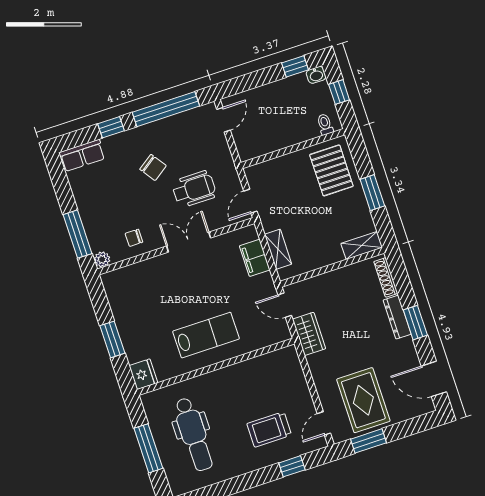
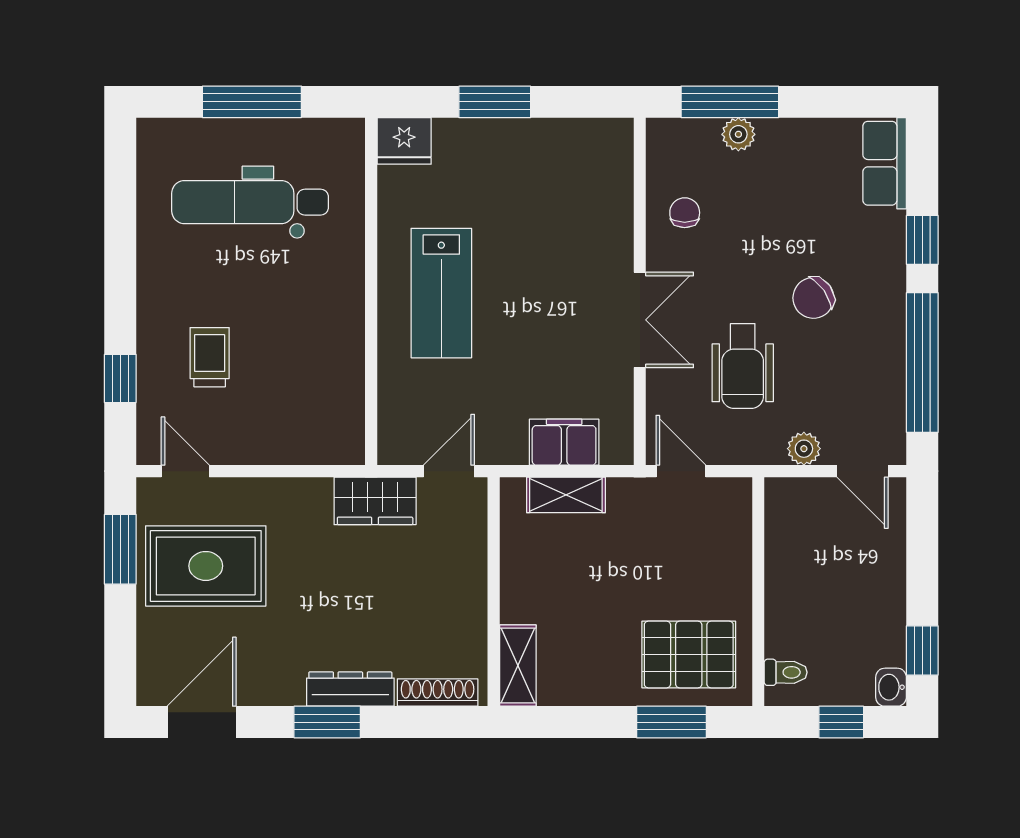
plant: (222, 149) -> (804, 449), added
window: (372, 193) -> (671, 722), moved
plant: (102, 259) -> (738, 134), moved
trolley: (269, 429) -> (210, 357), width x0.73, depth x0.72

